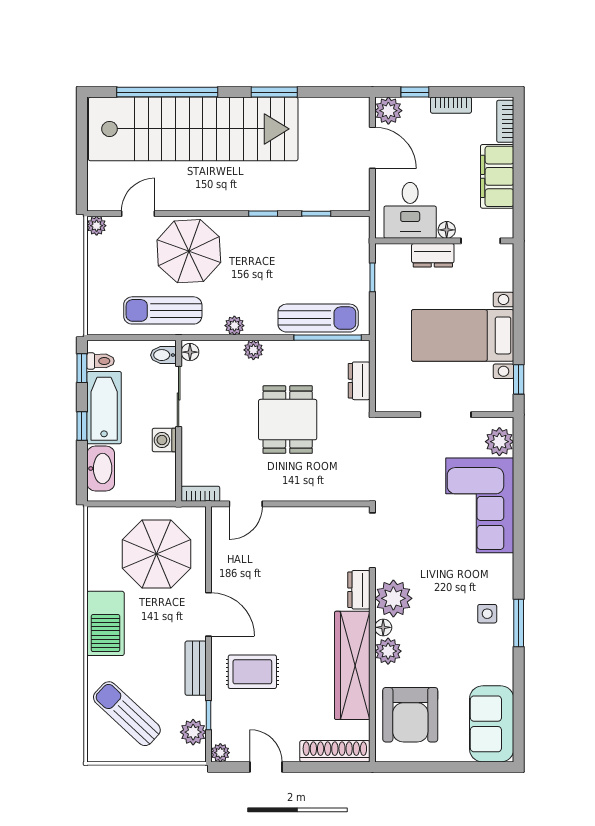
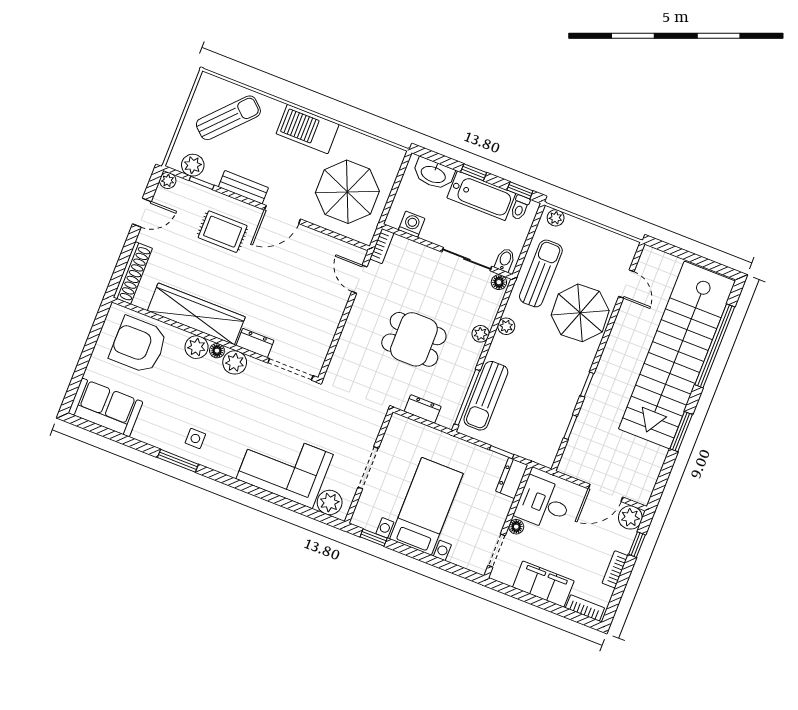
plant: (97, 226) -> (556, 218), moved
dresser: (433, 255) -> (512, 478), moved
washing machine: (164, 440) -> (412, 224), moved
plant: (393, 598) -> (235, 362), width x0.73, depth x0.73
rug: (252, 672) -> (223, 232), turned 90

